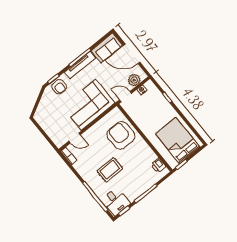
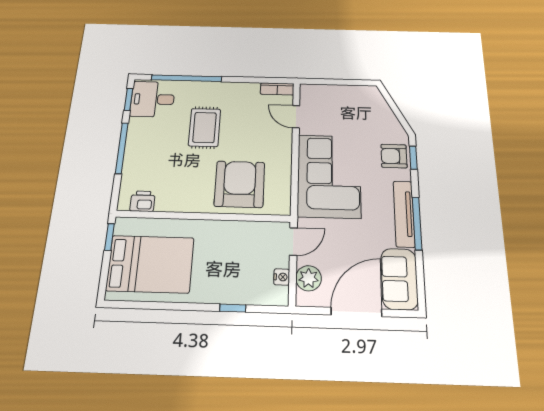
armchair: (121, 135) -> (240, 184), turned -90
door: (74, 138) -> (296, 117), hinge flipped

